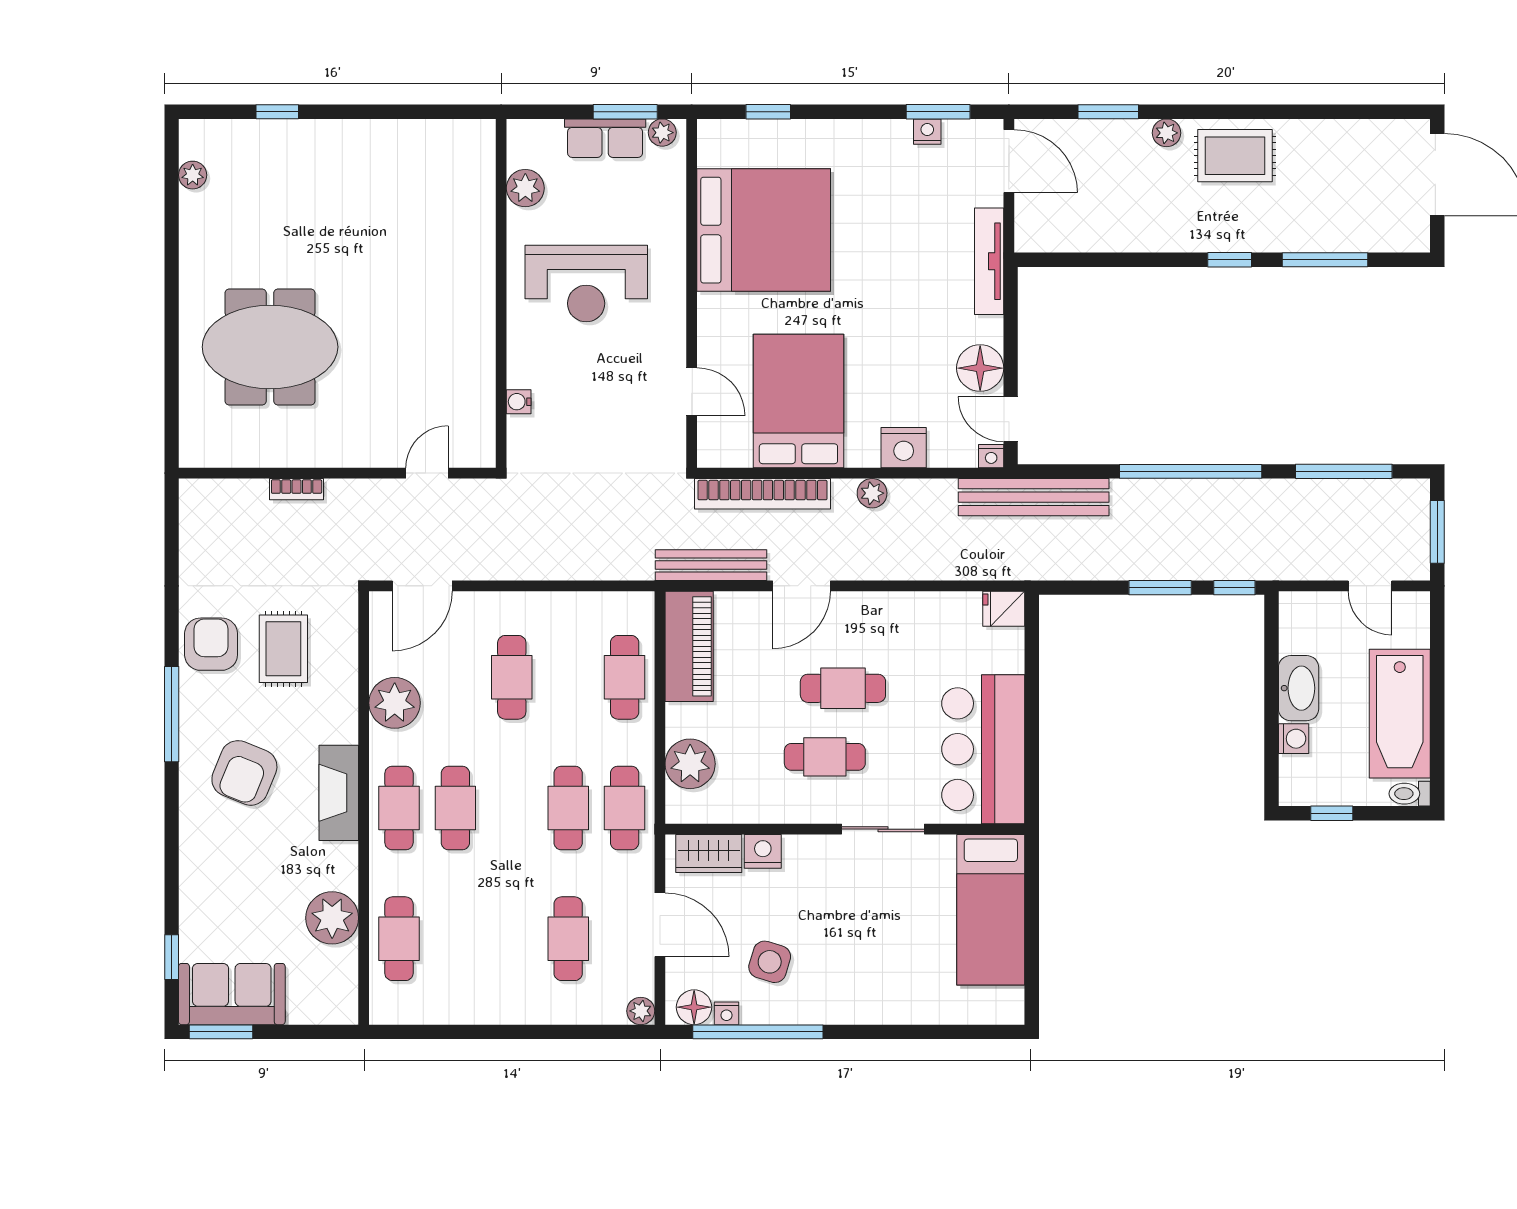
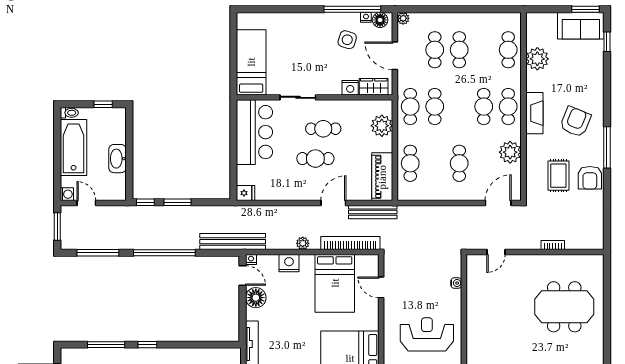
washing machine: (1294, 739) -> (67, 194), moved, turned 180
cafe table: (512, 939) -> (459, 50), added

